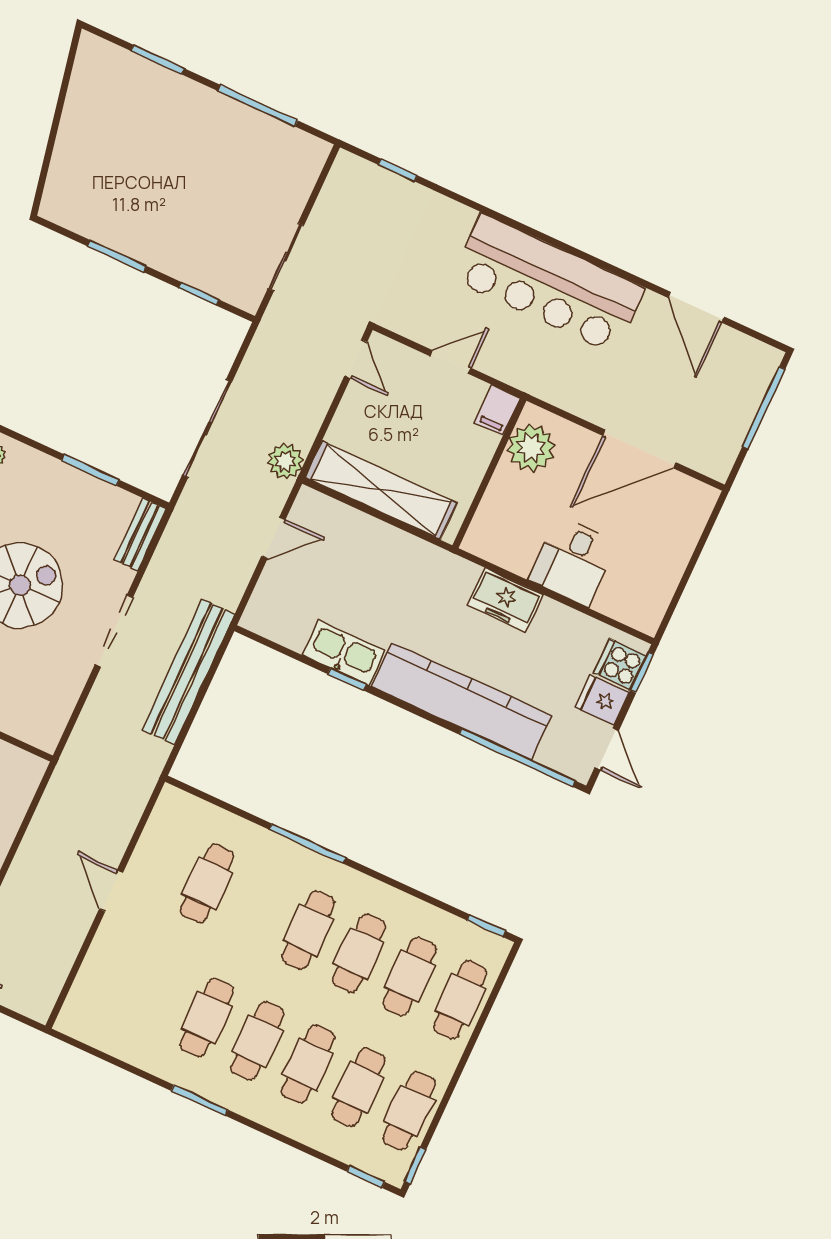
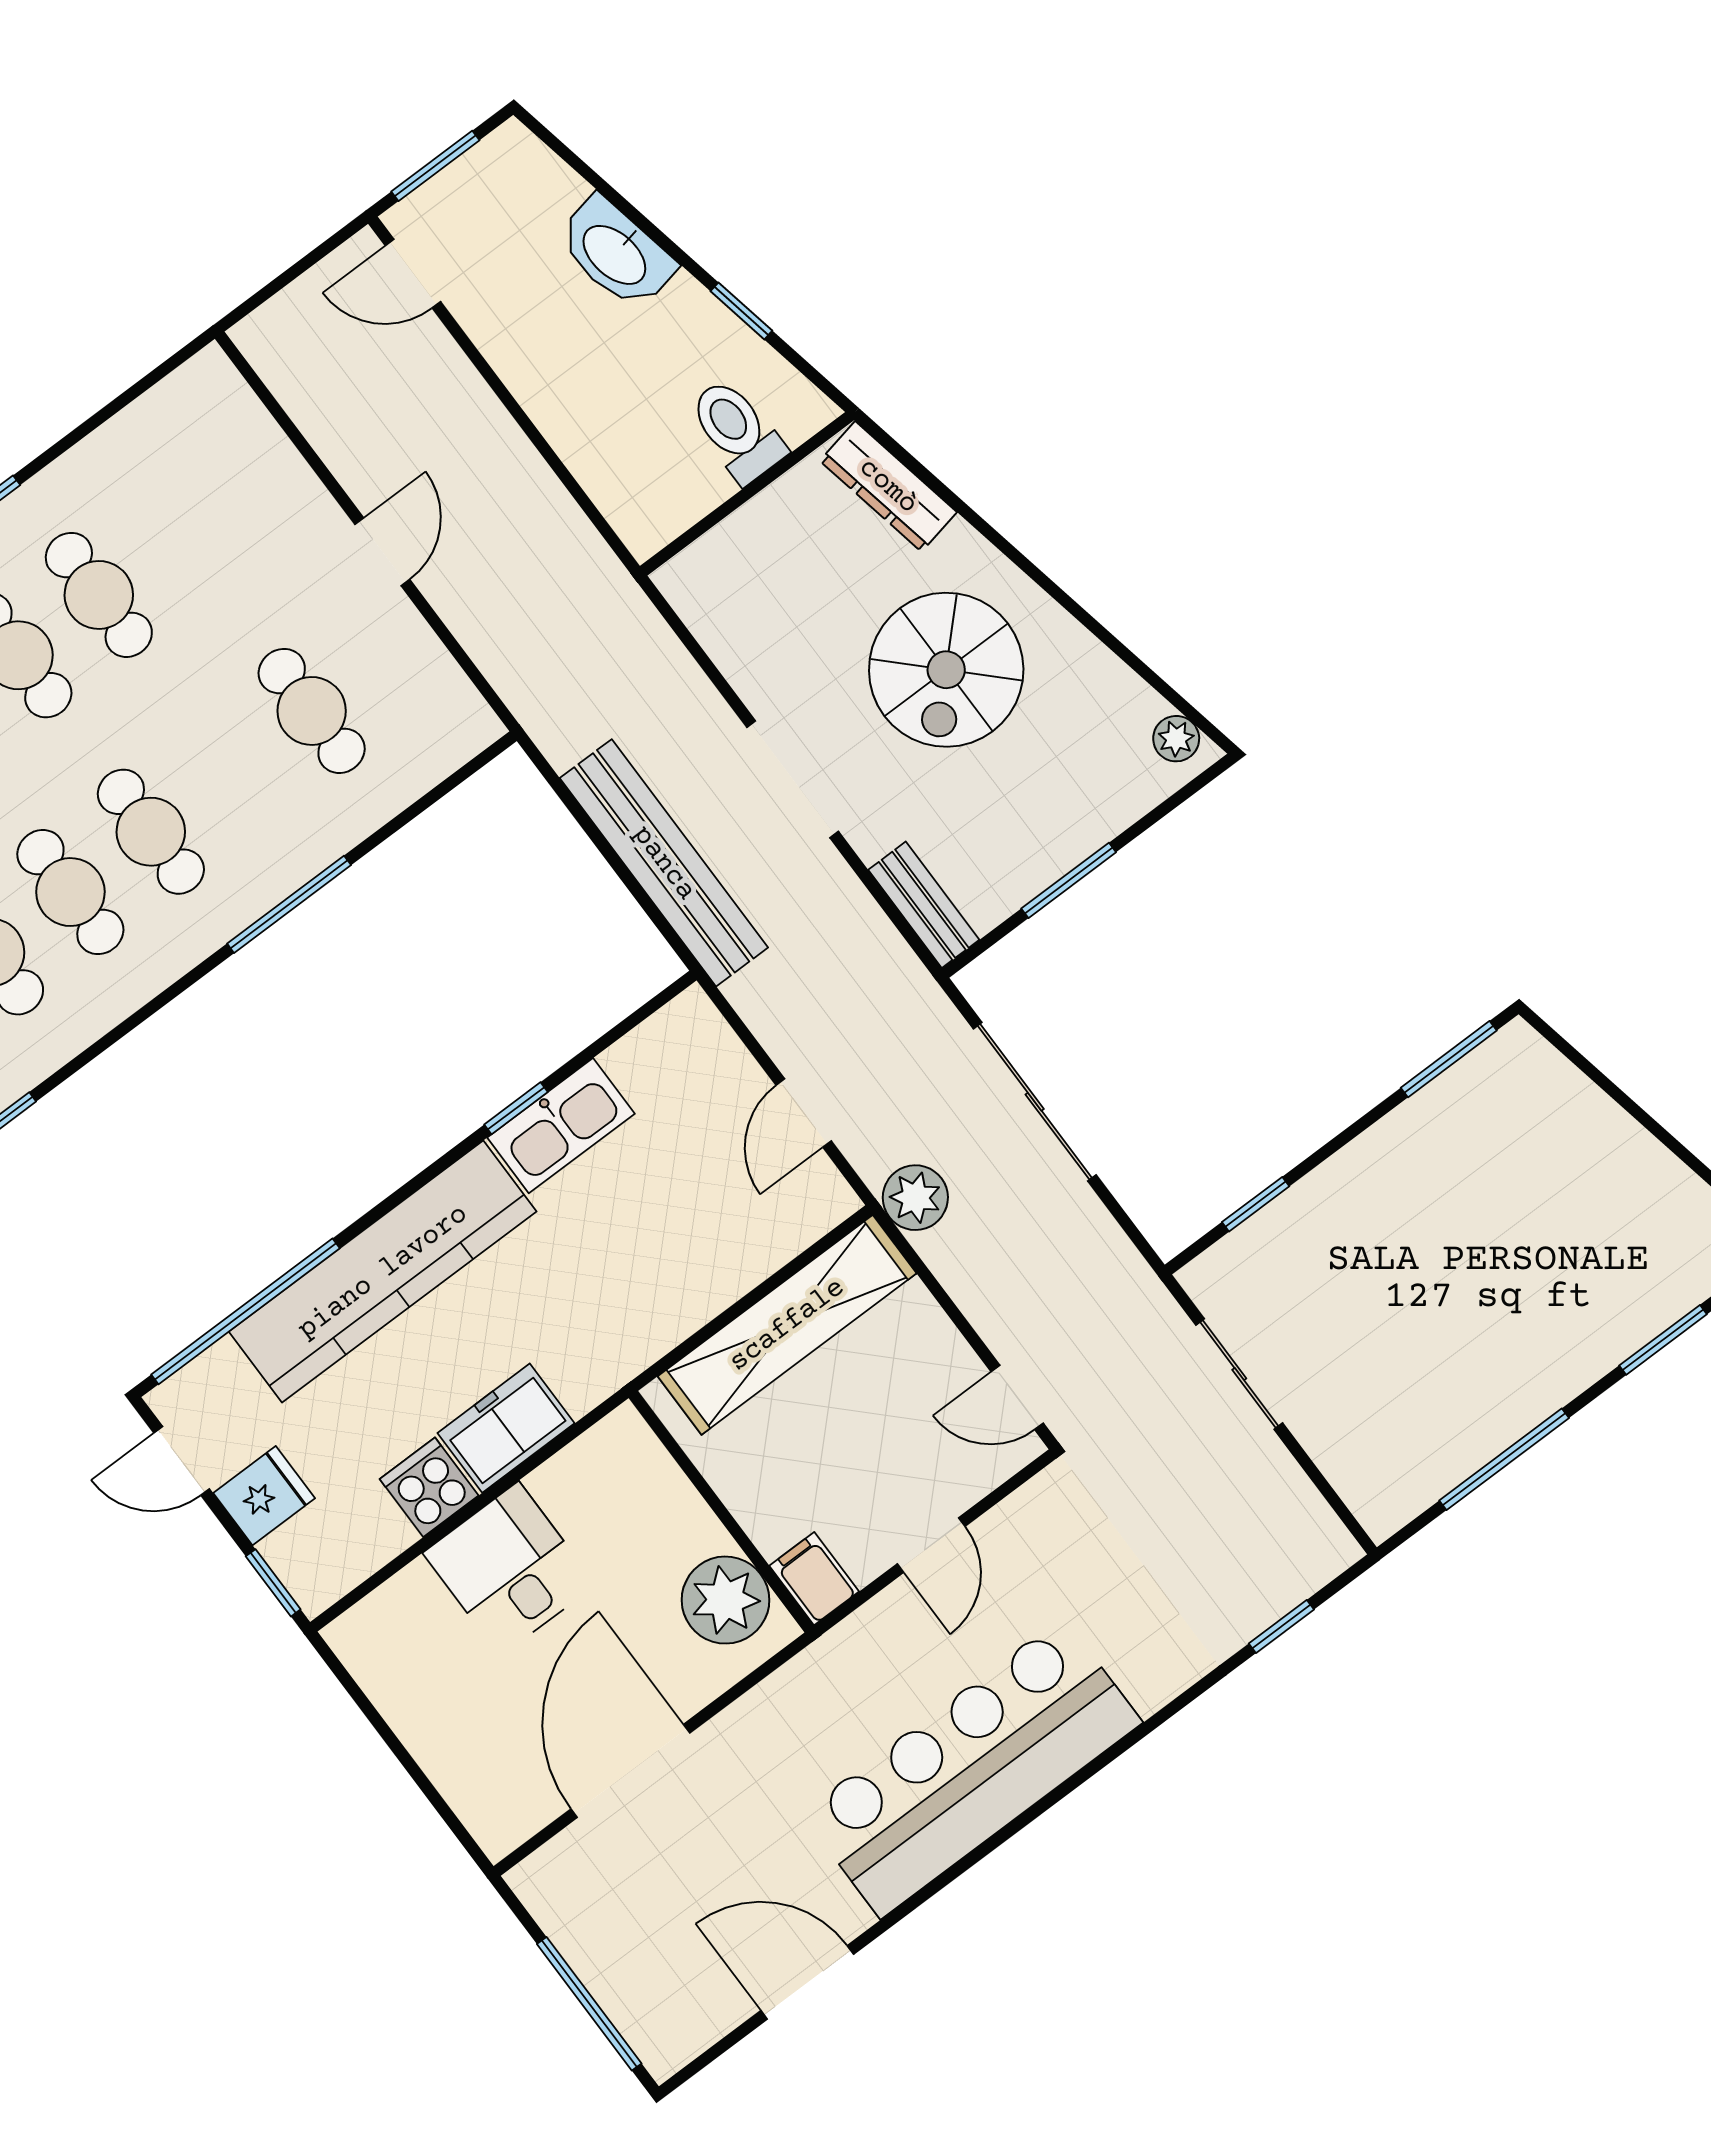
window: (117, 256) -> (1449, 1059), moved
cooker: (620, 664) -> (429, 1487), moved, turned -90
door: (111, 891) -> (382, 552), hinge flipped

